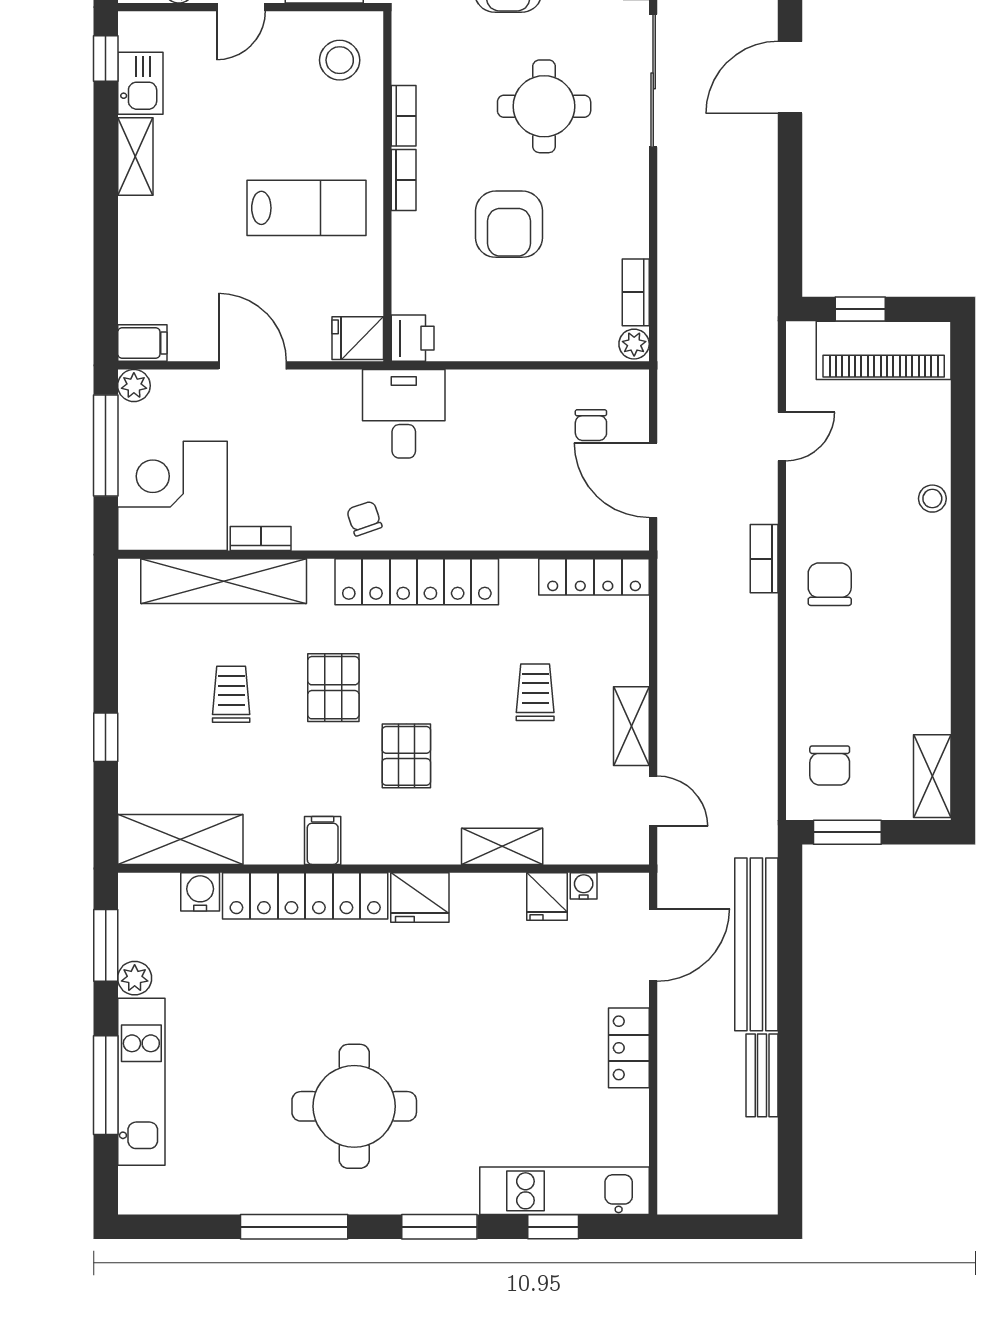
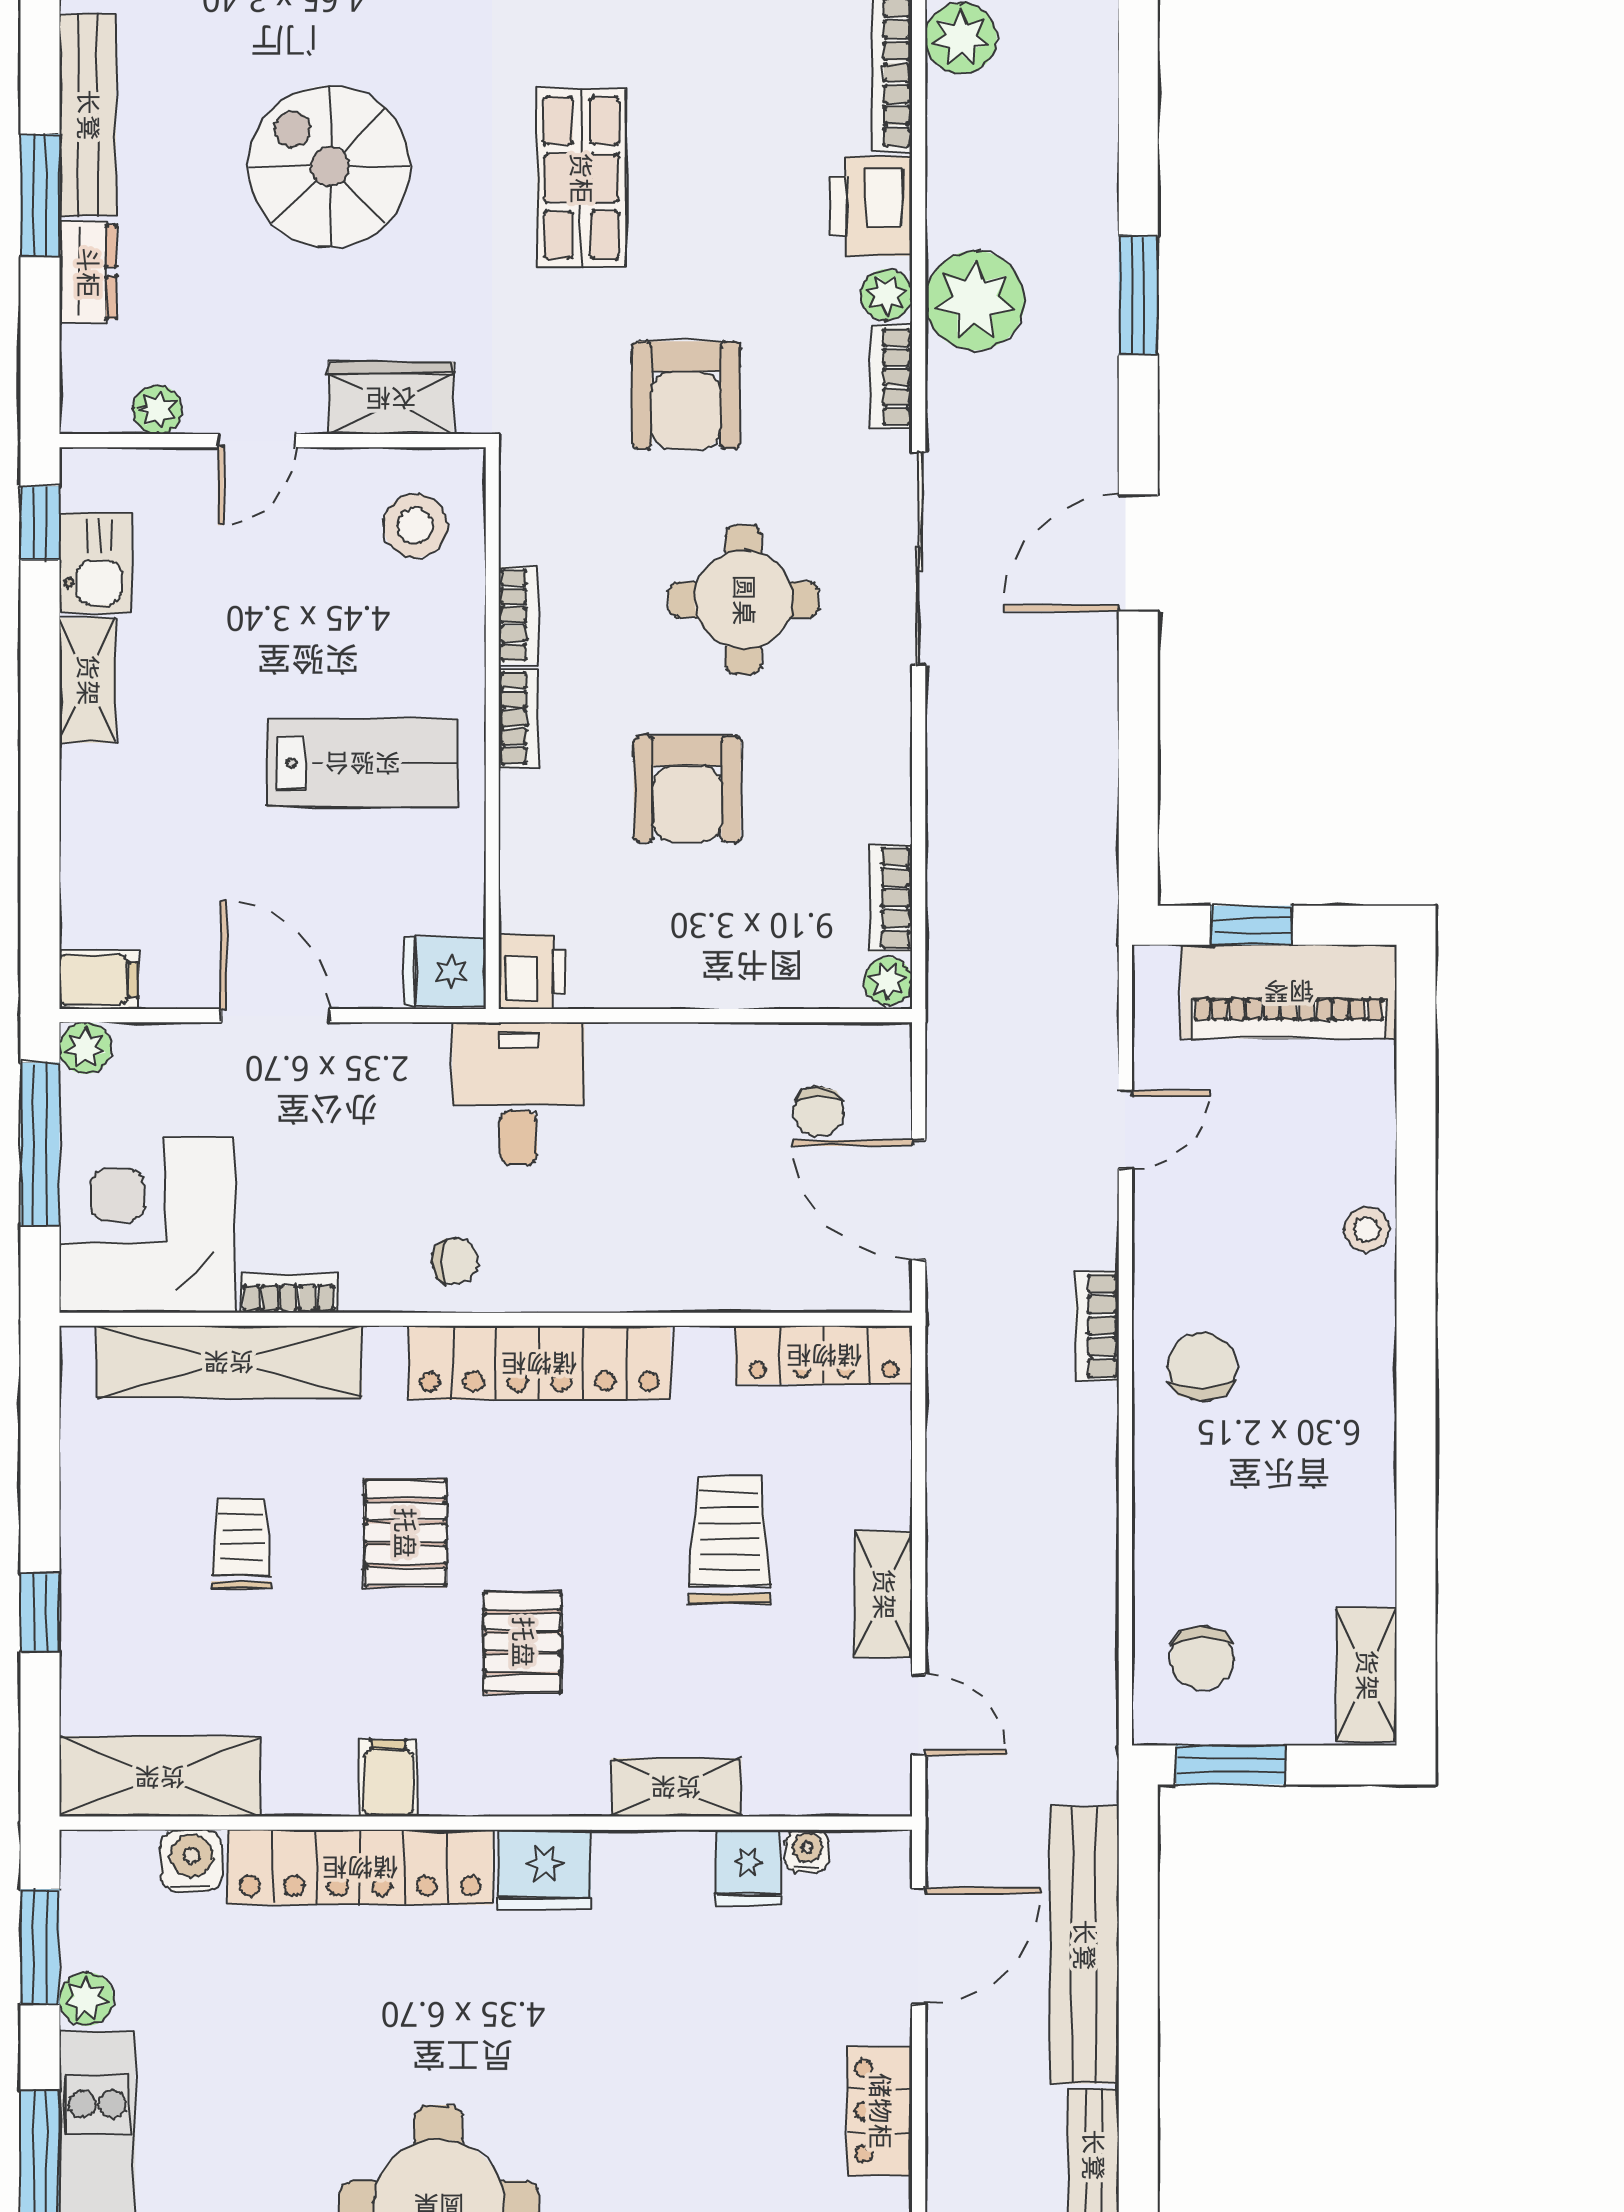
chair: (364, 518) -> (455, 1261), turned 109
trolley: (535, 692) -> (729, 1540), width x1.36, depth x1.39

